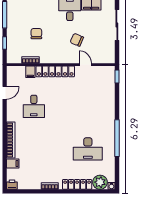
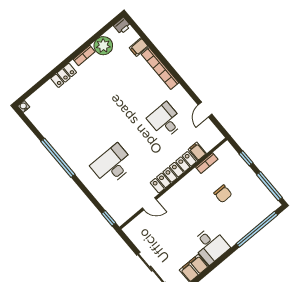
chair: (77, 40) -> (178, 221), removed
desk: (88, 149) -> (113, 165), moved
plant: (100, 182) -> (103, 46), moved
locker: (77, 184) -> (64, 75), width x0.66

